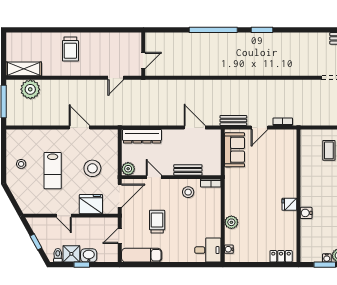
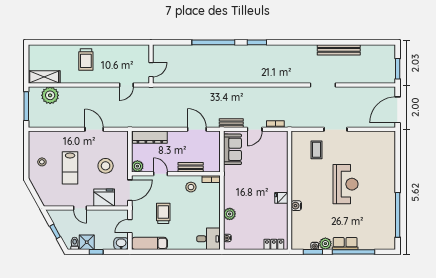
washbasin: (89, 255) -> (121, 244), moved

